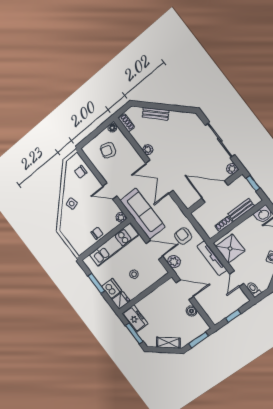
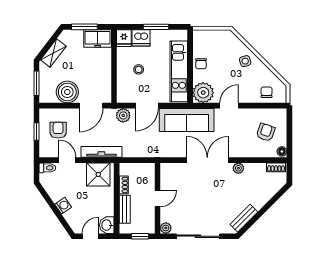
bench: (156, 114) -> (244, 218), moved
door: (215, 192) -> (157, 198), width x0.53
plant: (121, 217) -> (203, 93), width x1.87, depth x1.87
armchair: (183, 236) -> (58, 130), moved, turned -90
boiler: (191, 311) -> (67, 92), width x1.86, depth x1.86

